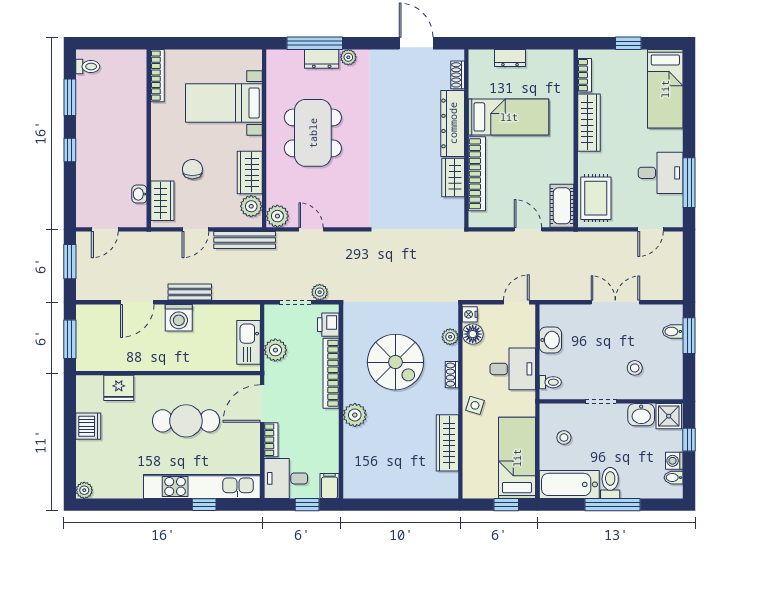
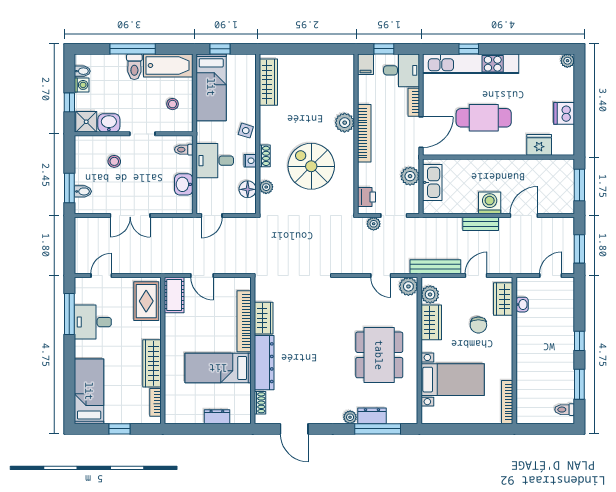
nightstand: (470, 314) -> (250, 161), moved
bookcase: (331, 373) -> (364, 133), moved
wardrobe: (447, 443) -> (268, 82), moved

